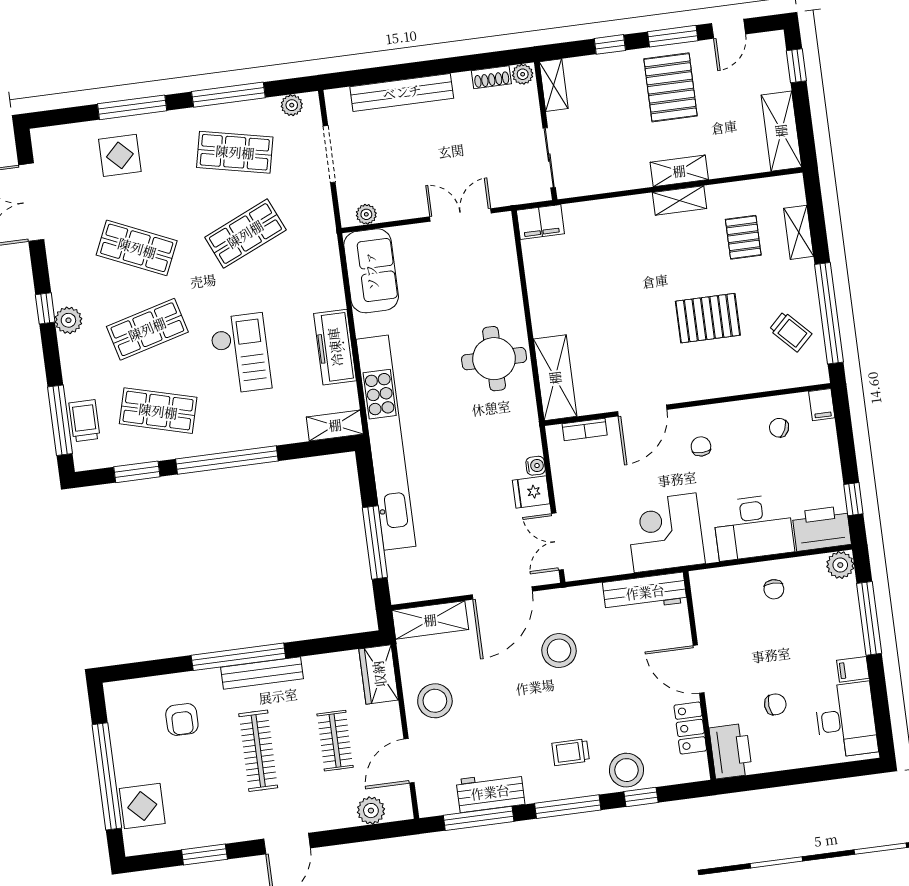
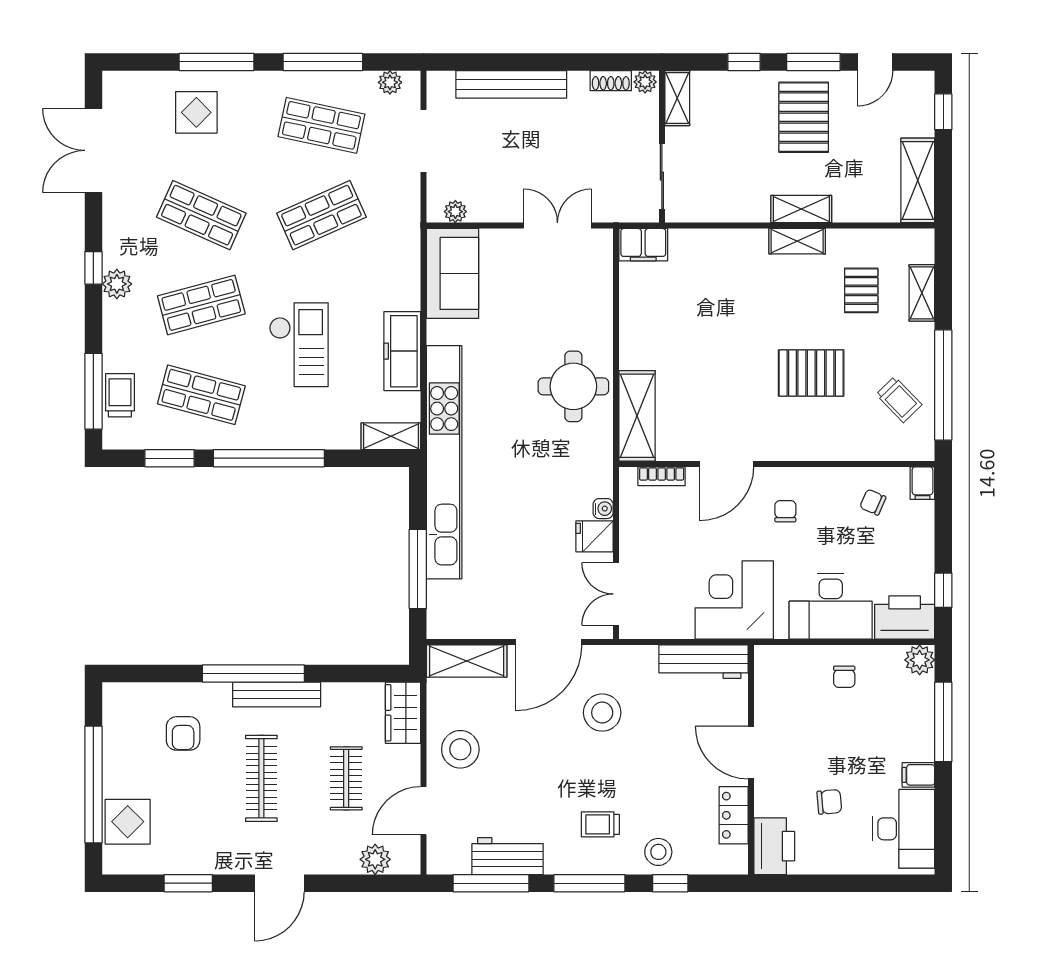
stool: (627, 770) -> (658, 852), width x0.73, depth x0.73

